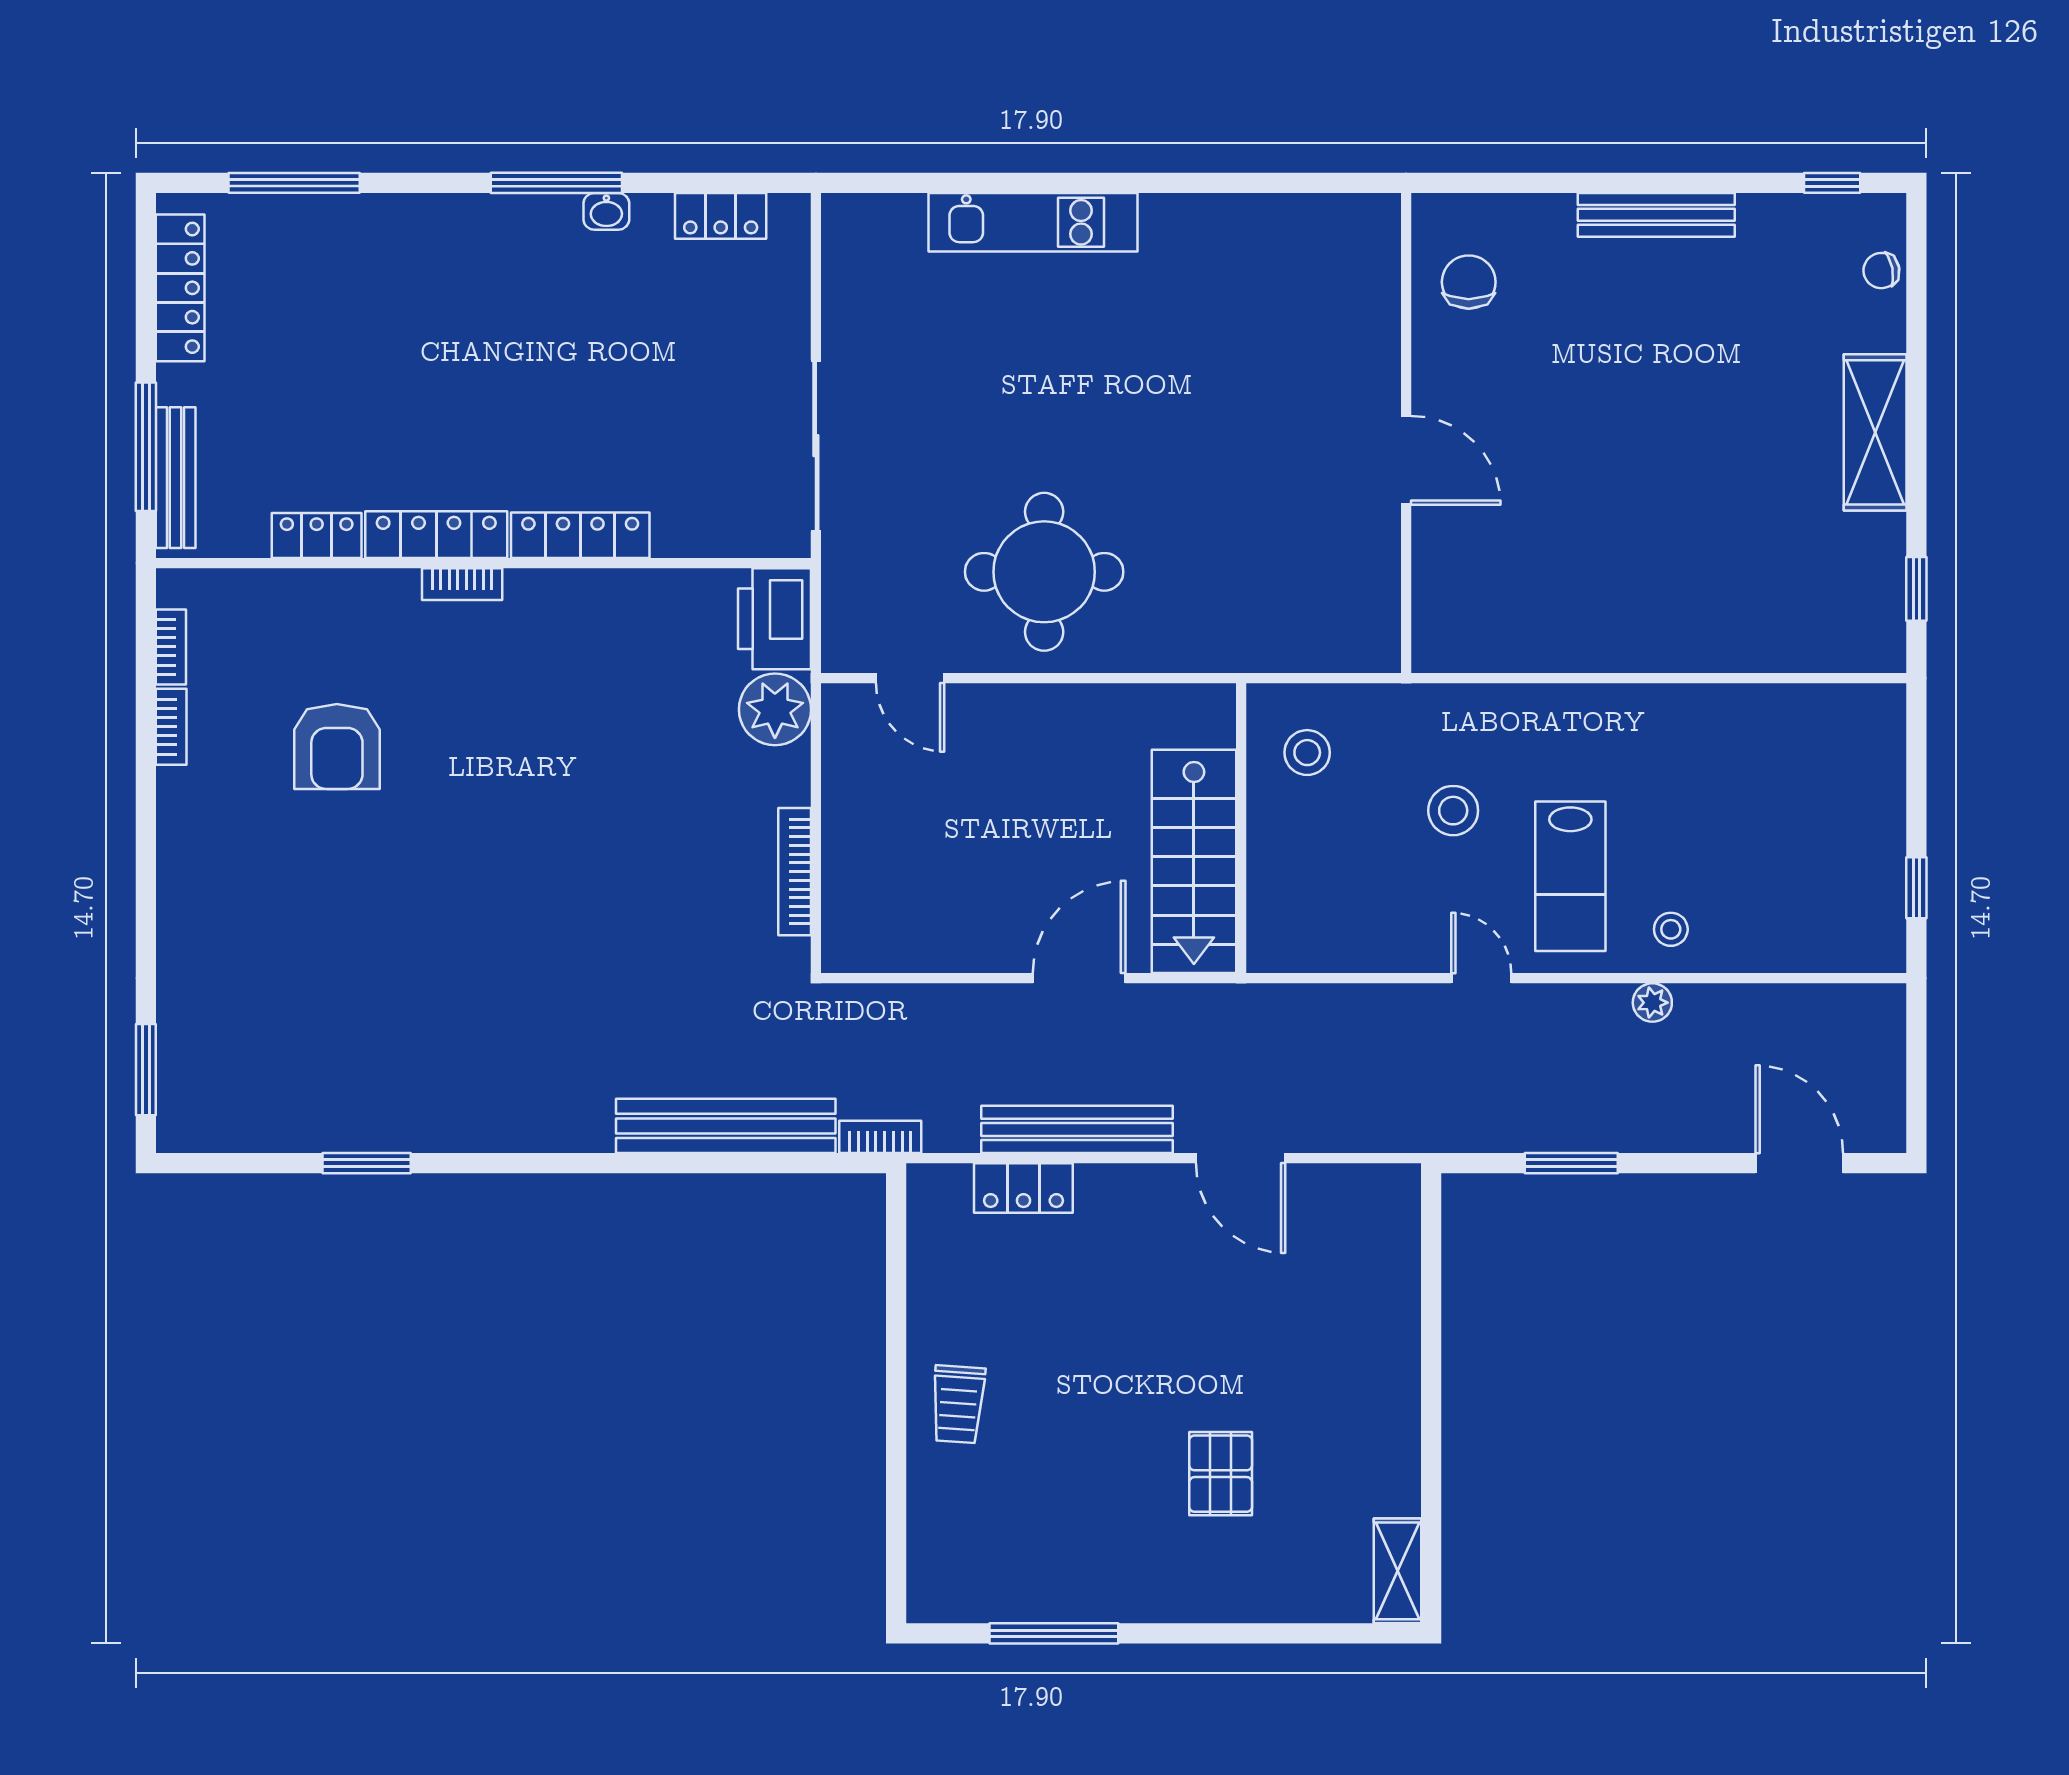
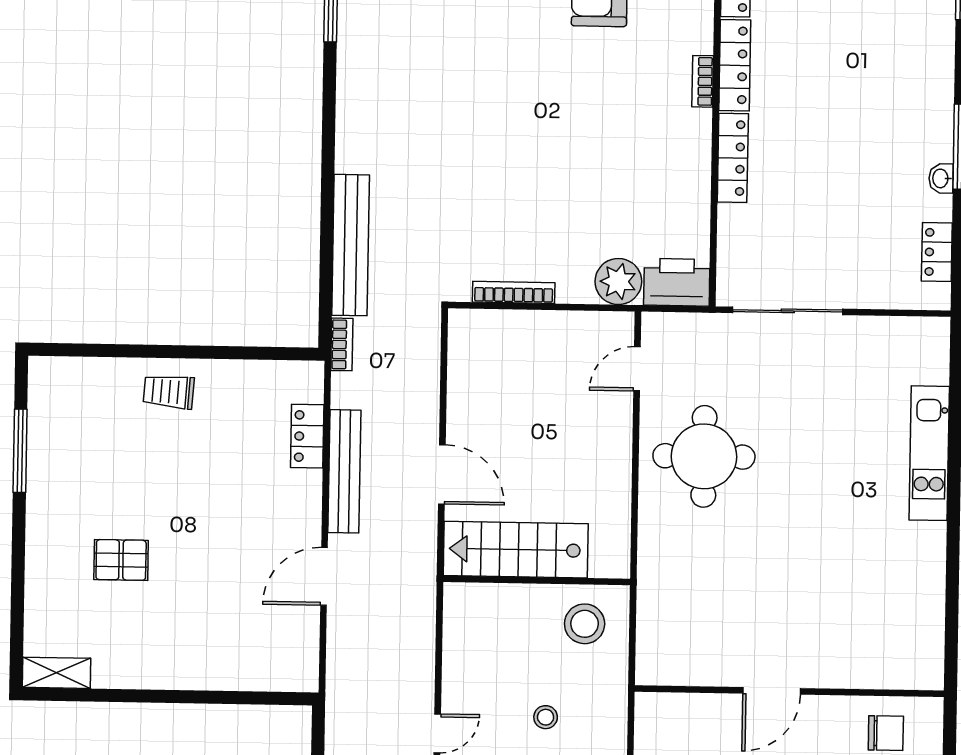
stool: (1307, 753) -> (585, 624), width x1.38, depth x1.38
stool: (1453, 811) -> (546, 717), width x0.73, depth x0.73

